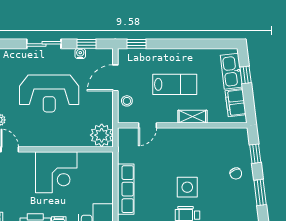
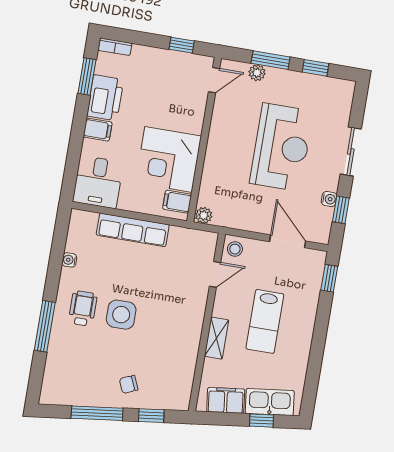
reception desk: (49, 94) -> (281, 147), turned 180
stool: (127, 101) -> (235, 249), moved
door: (147, 125) -> (215, 274), swing flipped
plant: (102, 135) -> (204, 215), width x0.53, depth x0.53
filing cabinet: (100, 161) -> (177, 202), added
corner desk: (56, 172) -> (168, 159), moved
window: (260, 192) -> (97, 413), width x1.44

